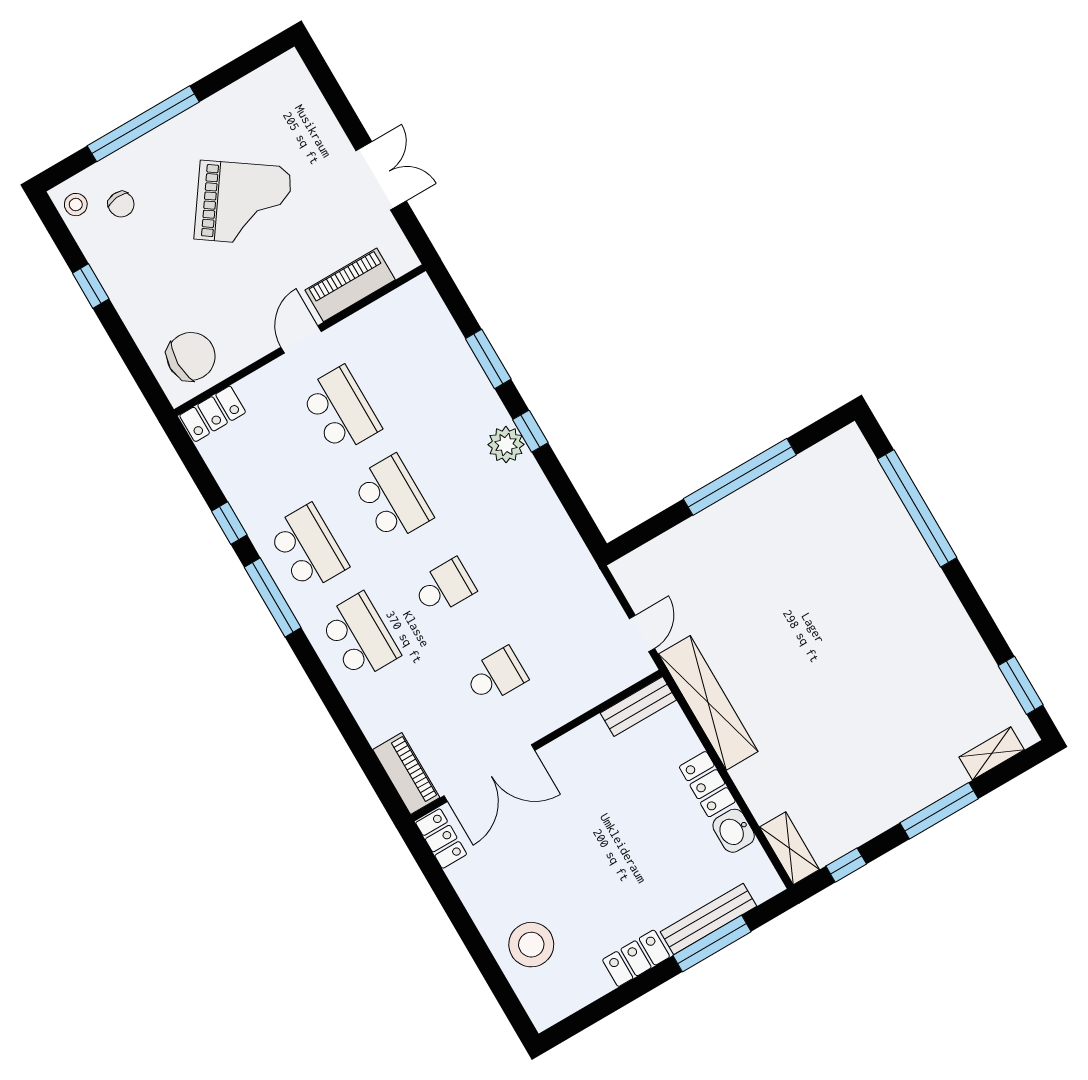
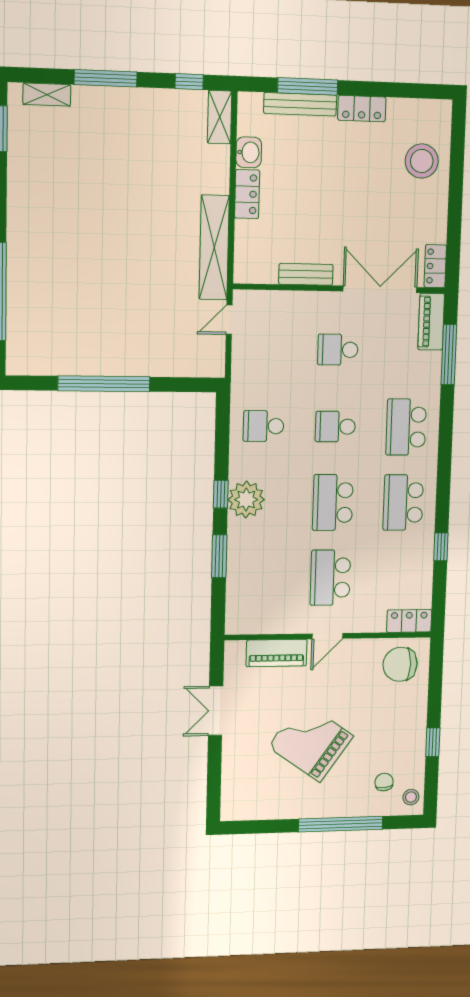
plant: (506, 445) -> (246, 500), width x1.36, depth x1.36
school desk: (528, 538) -> (264, 426), added
window: (273, 597) -> (449, 355), moved
bench: (638, 706) -> (306, 274), moved

